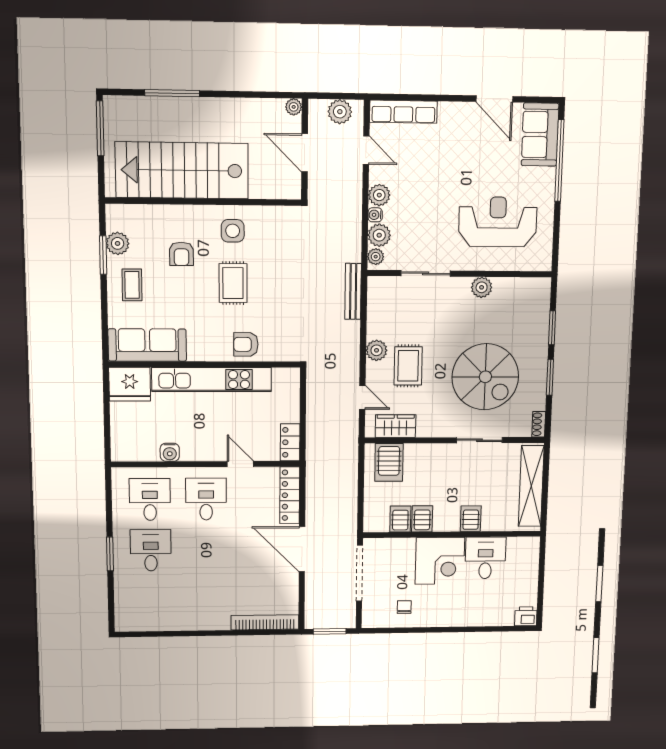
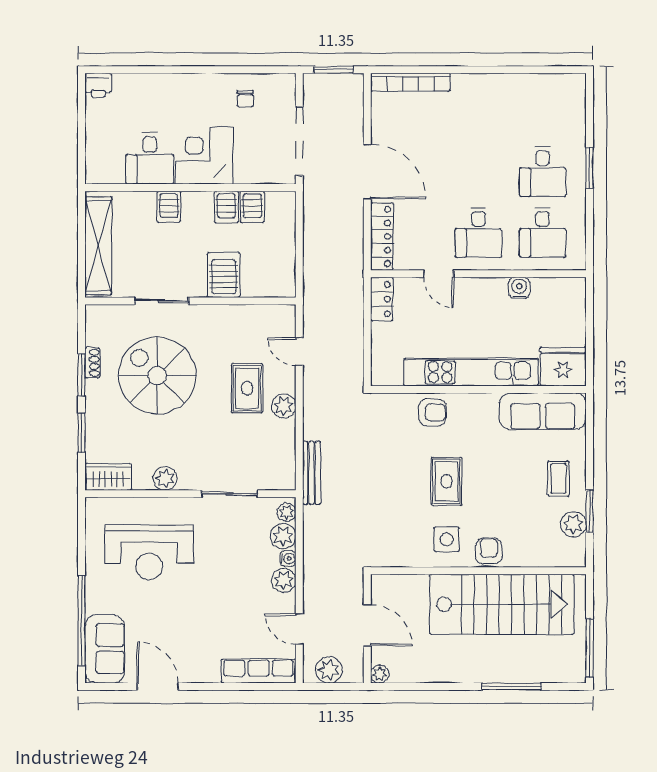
armchair: (181, 254) -> (489, 551), moved
shoe rack: (539, 424) -> (92, 363), moved
wardrobe: (396, 426) -> (108, 477), moved, turned 180
server rack: (389, 462) -> (224, 275), moved

